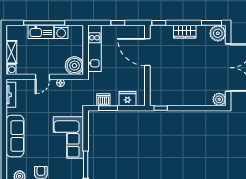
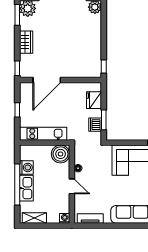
shelving: (11, 52) -> (34, 218), moved

